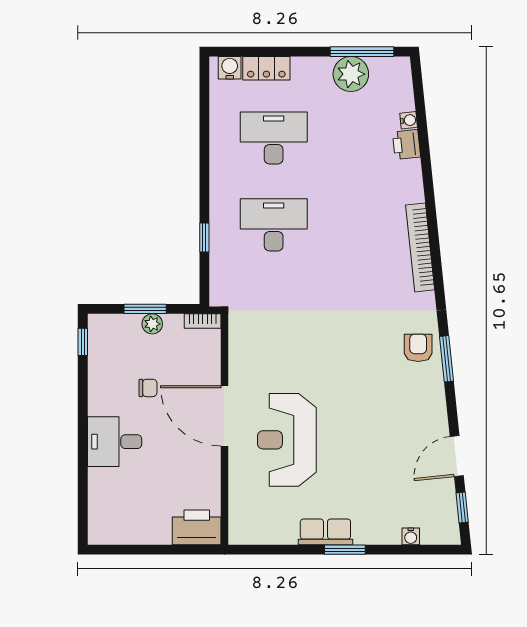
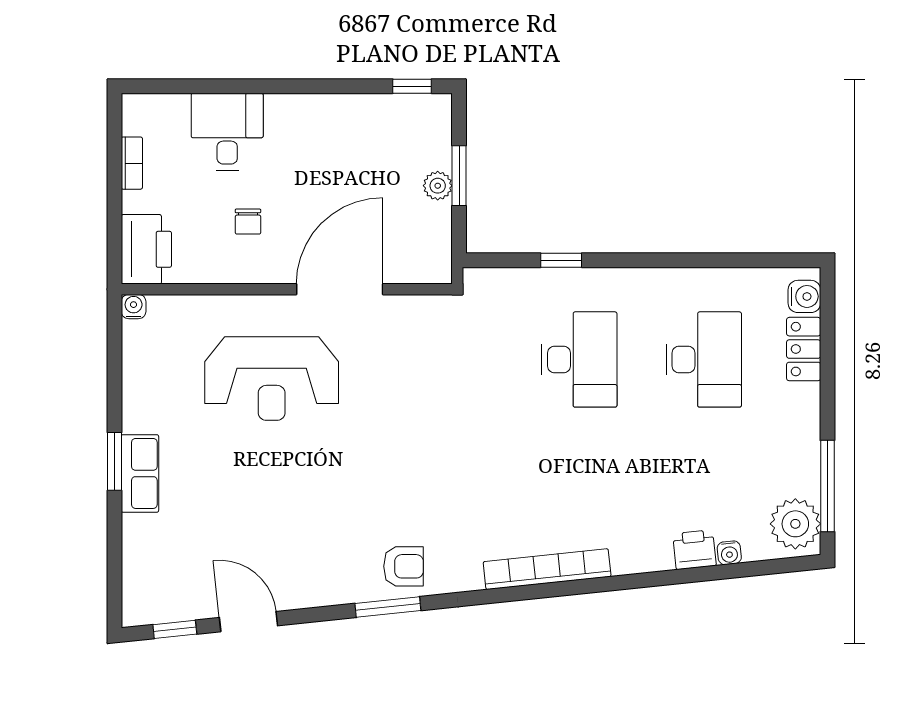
plant: (351, 74) -> (795, 524), moved
bookcase: (203, 321) -> (132, 163), moved, turned 180
chair: (148, 388) -> (248, 222), moved
door: (225, 416) -> (340, 289), moved
reception desk: (287, 440) -> (272, 379), turned 180
desk: (115, 442) -> (227, 132), moved
row of seats: (325, 532) -> (140, 473), moved
water cooler: (411, 536) -> (134, 307), moved, turned 90

